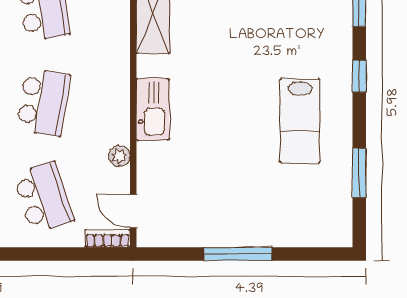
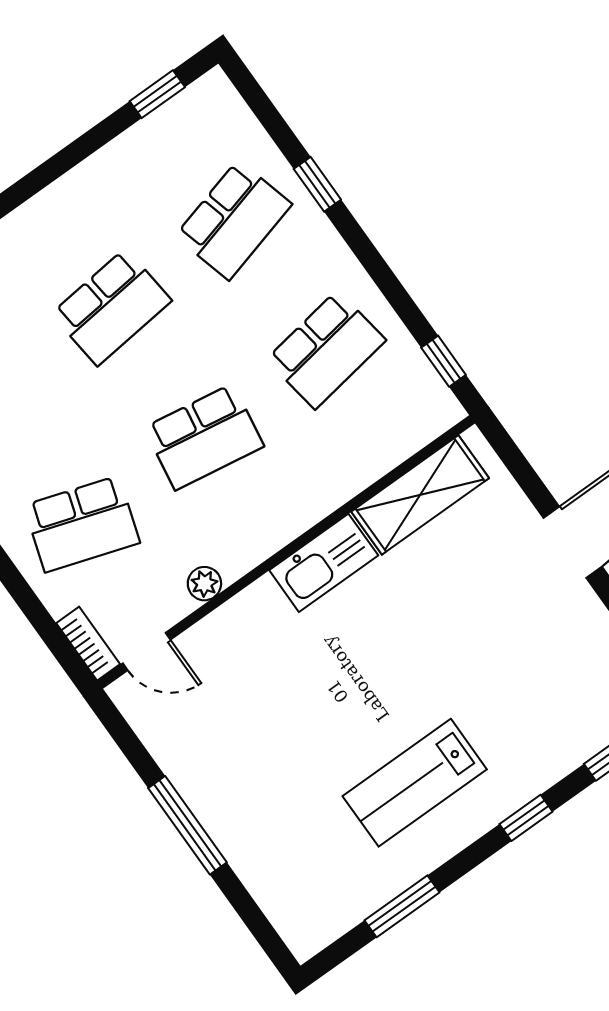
kitchen sink: (153, 109) -> (324, 563), moved
school desk: (43, 197) -> (82, 524), turned 36
door: (133, 211) -> (147, 651), swing flipped

